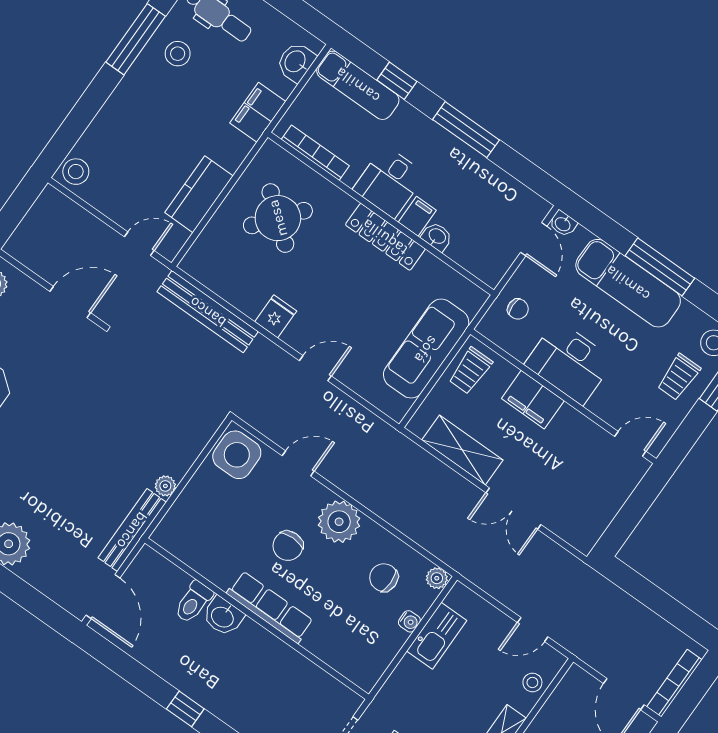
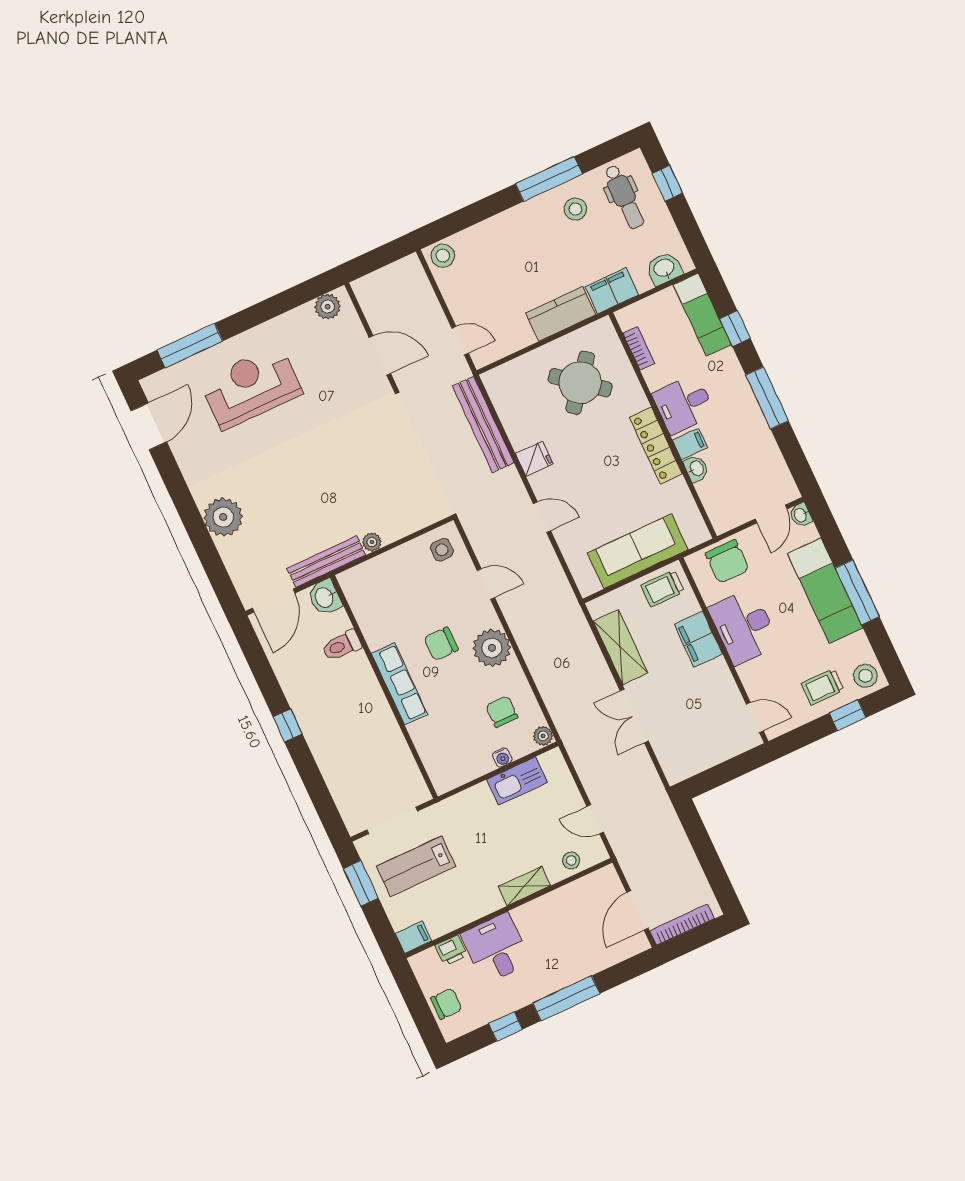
bookcase: (315, 153) -> (639, 348), width x0.64
kitchen counter: (199, 194) -> (561, 314), moved
chair: (518, 309) -> (727, 562), width x1.87, depth x1.87
side table: (237, 455) -> (442, 550), width x0.54, depth x0.54
washbasin: (223, 616) -> (325, 597), moved

